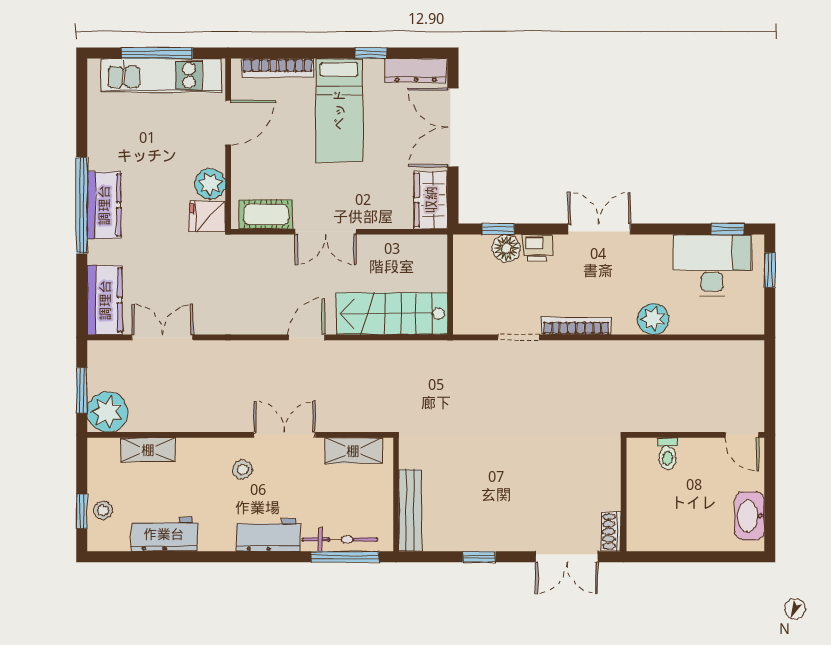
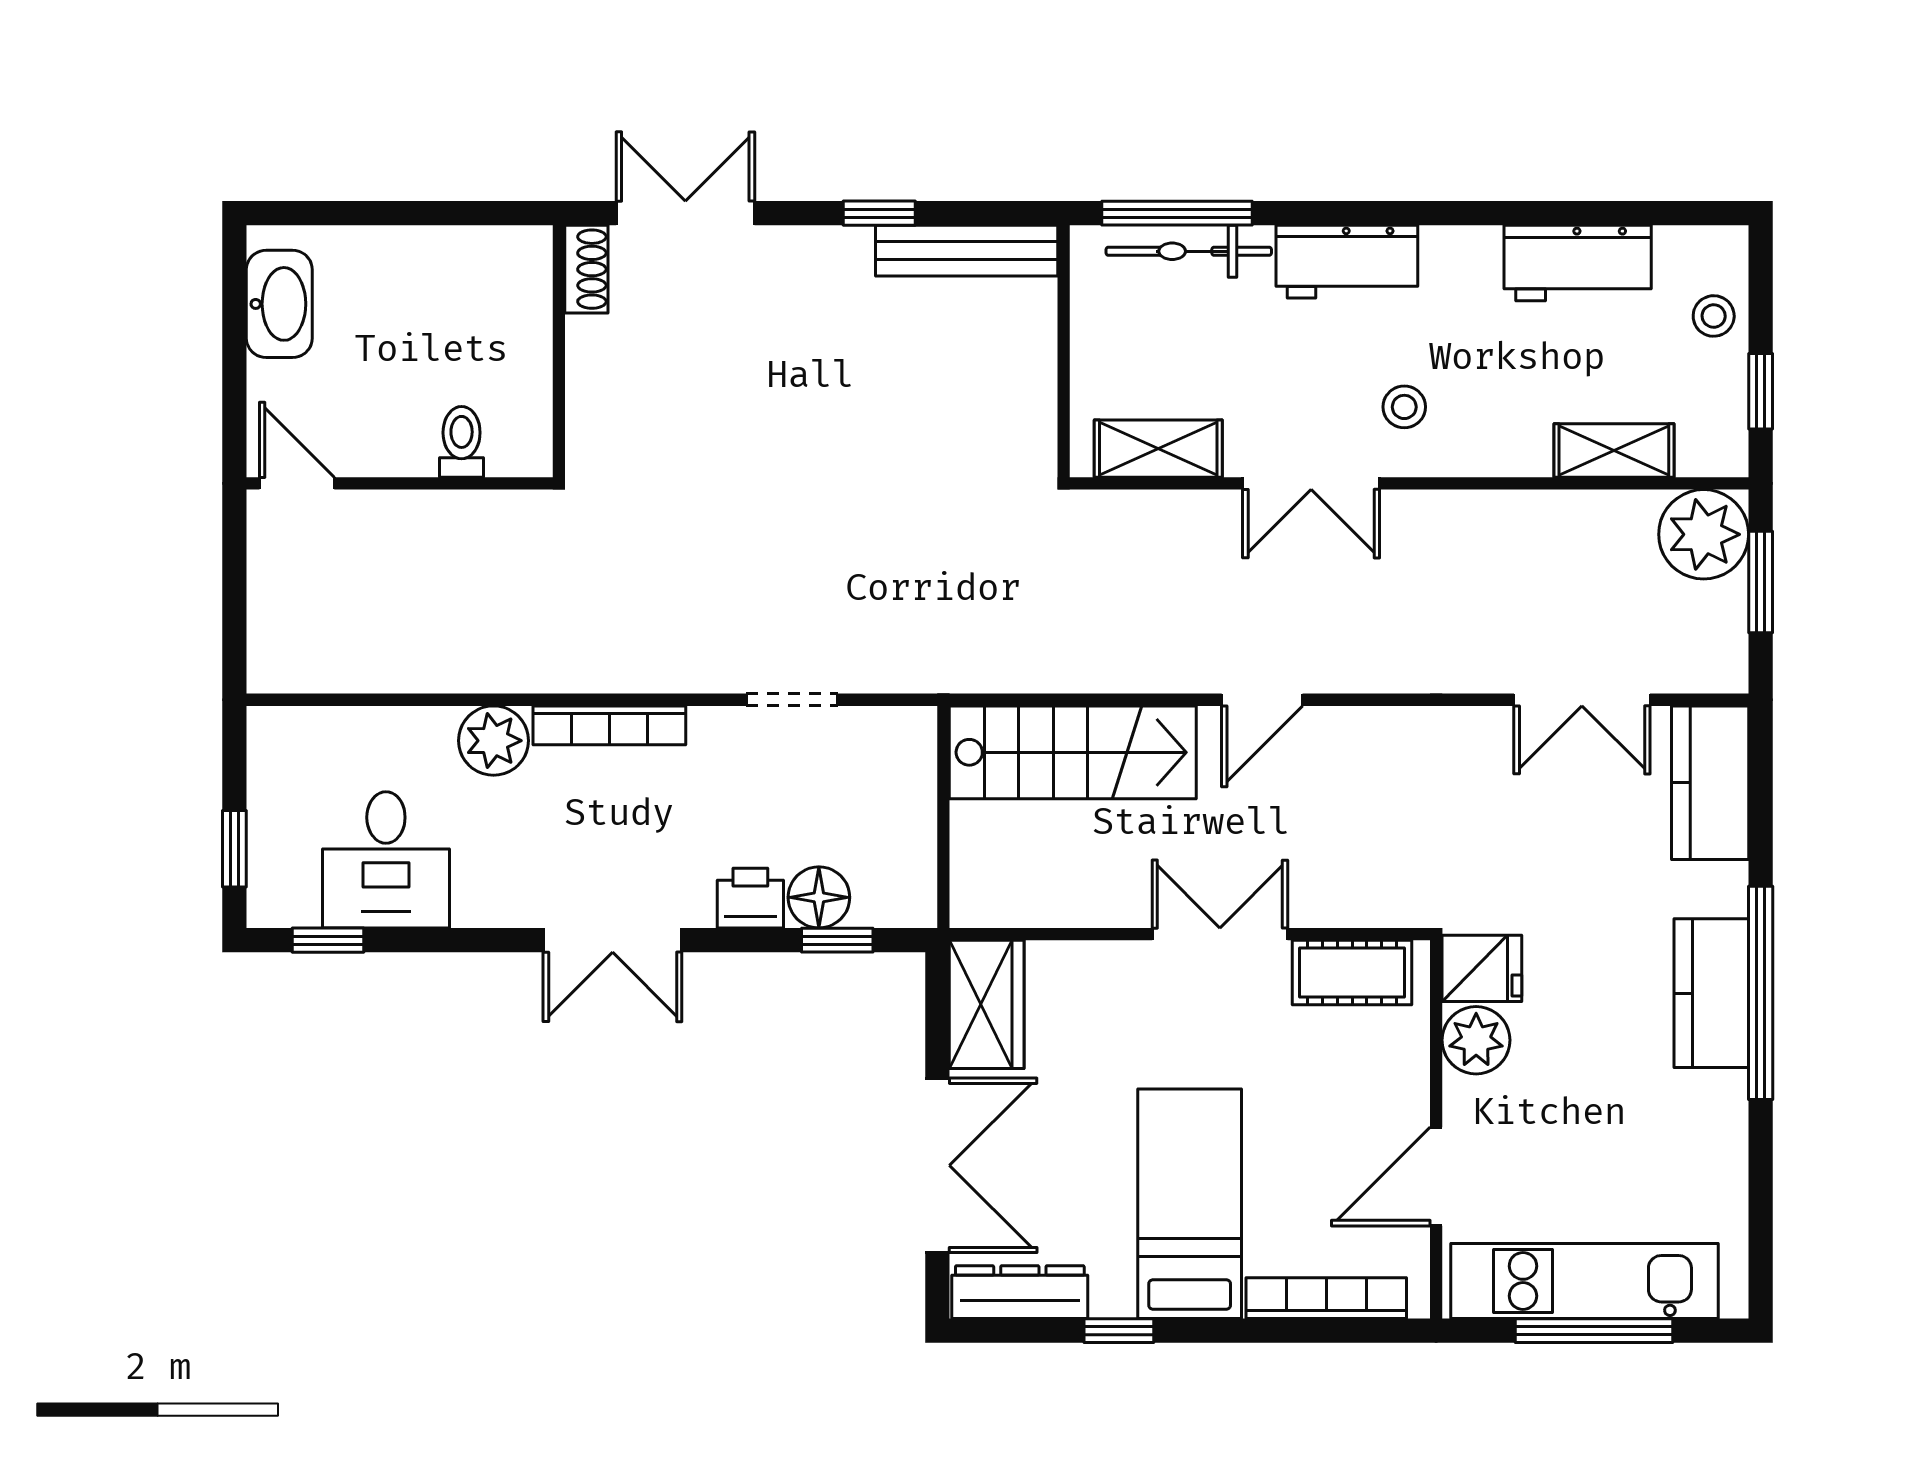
desk: (712, 265) -> (386, 860), width x0.73
bookcase: (576, 326) -> (609, 725), moved
bench: (410, 510) -> (967, 251), moved, turned 90
window: (82, 511) -> (1761, 391), moved

